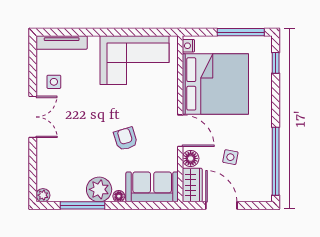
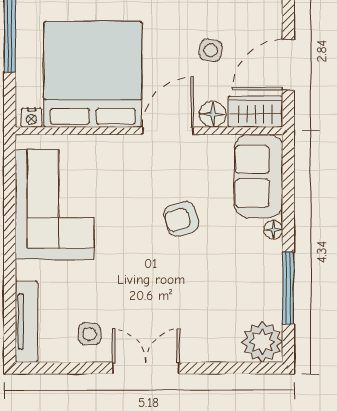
plant: (99, 189) -> (263, 261), removed
plant: (43, 195) -> (262, 342), width x1.87, depth x1.87

